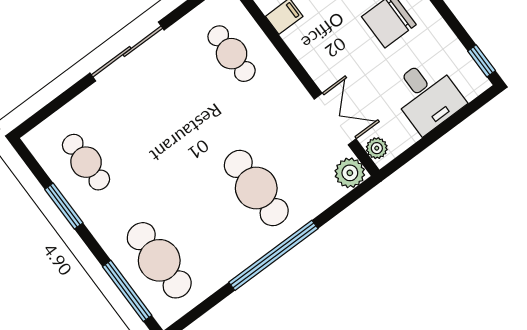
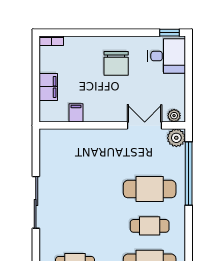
cafe table: (232, 54) -> (150, 226), moved
desk: (427, 96) -> (167, 56), moved
window: (273, 255) -> (189, 174), moved

